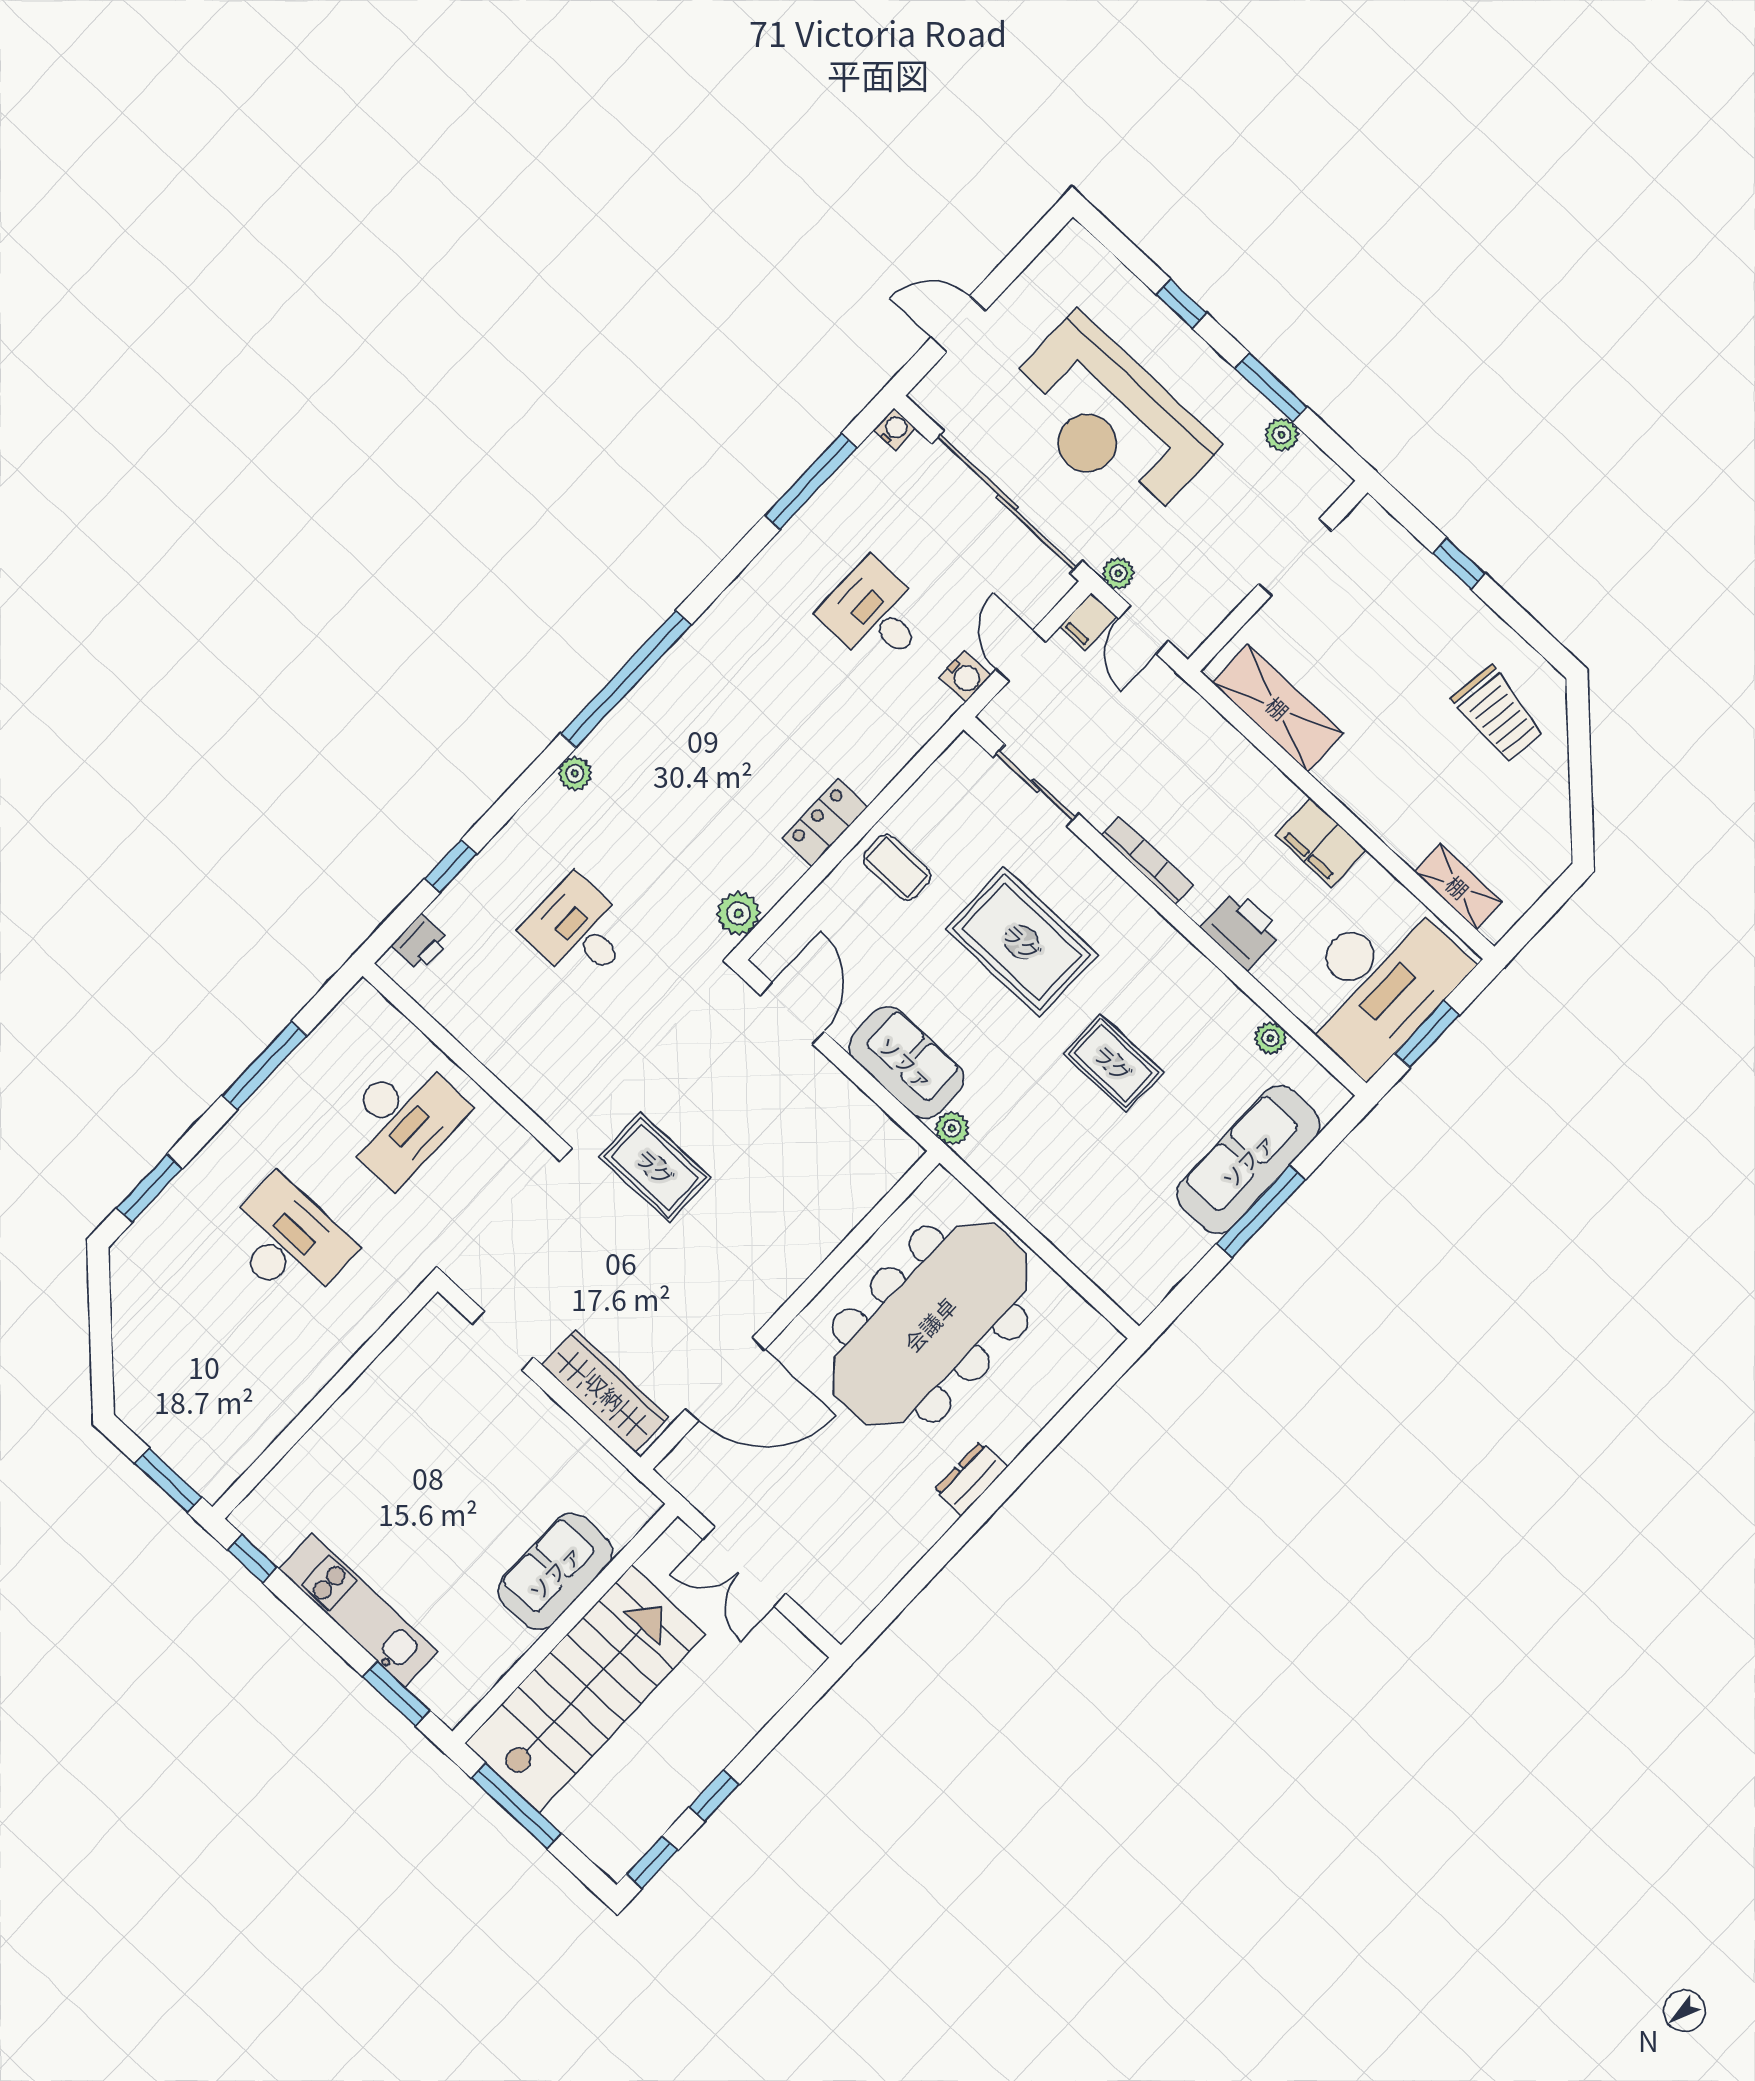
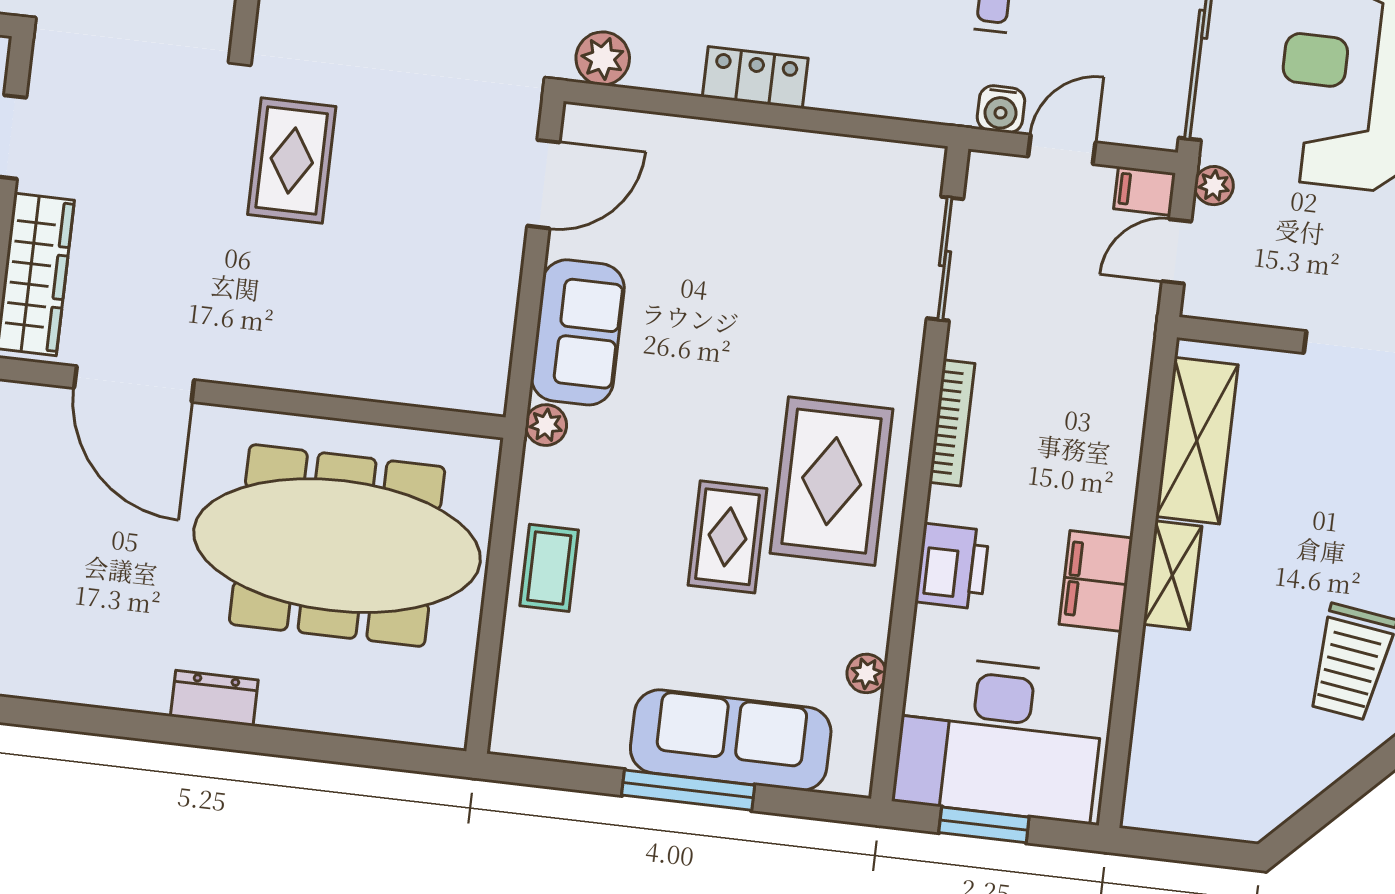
coffee table: (897, 867) -> (549, 568), moved
shelving: (1458, 887) -> (1172, 575), moved
rug: (1022, 942) -> (832, 481), moved

